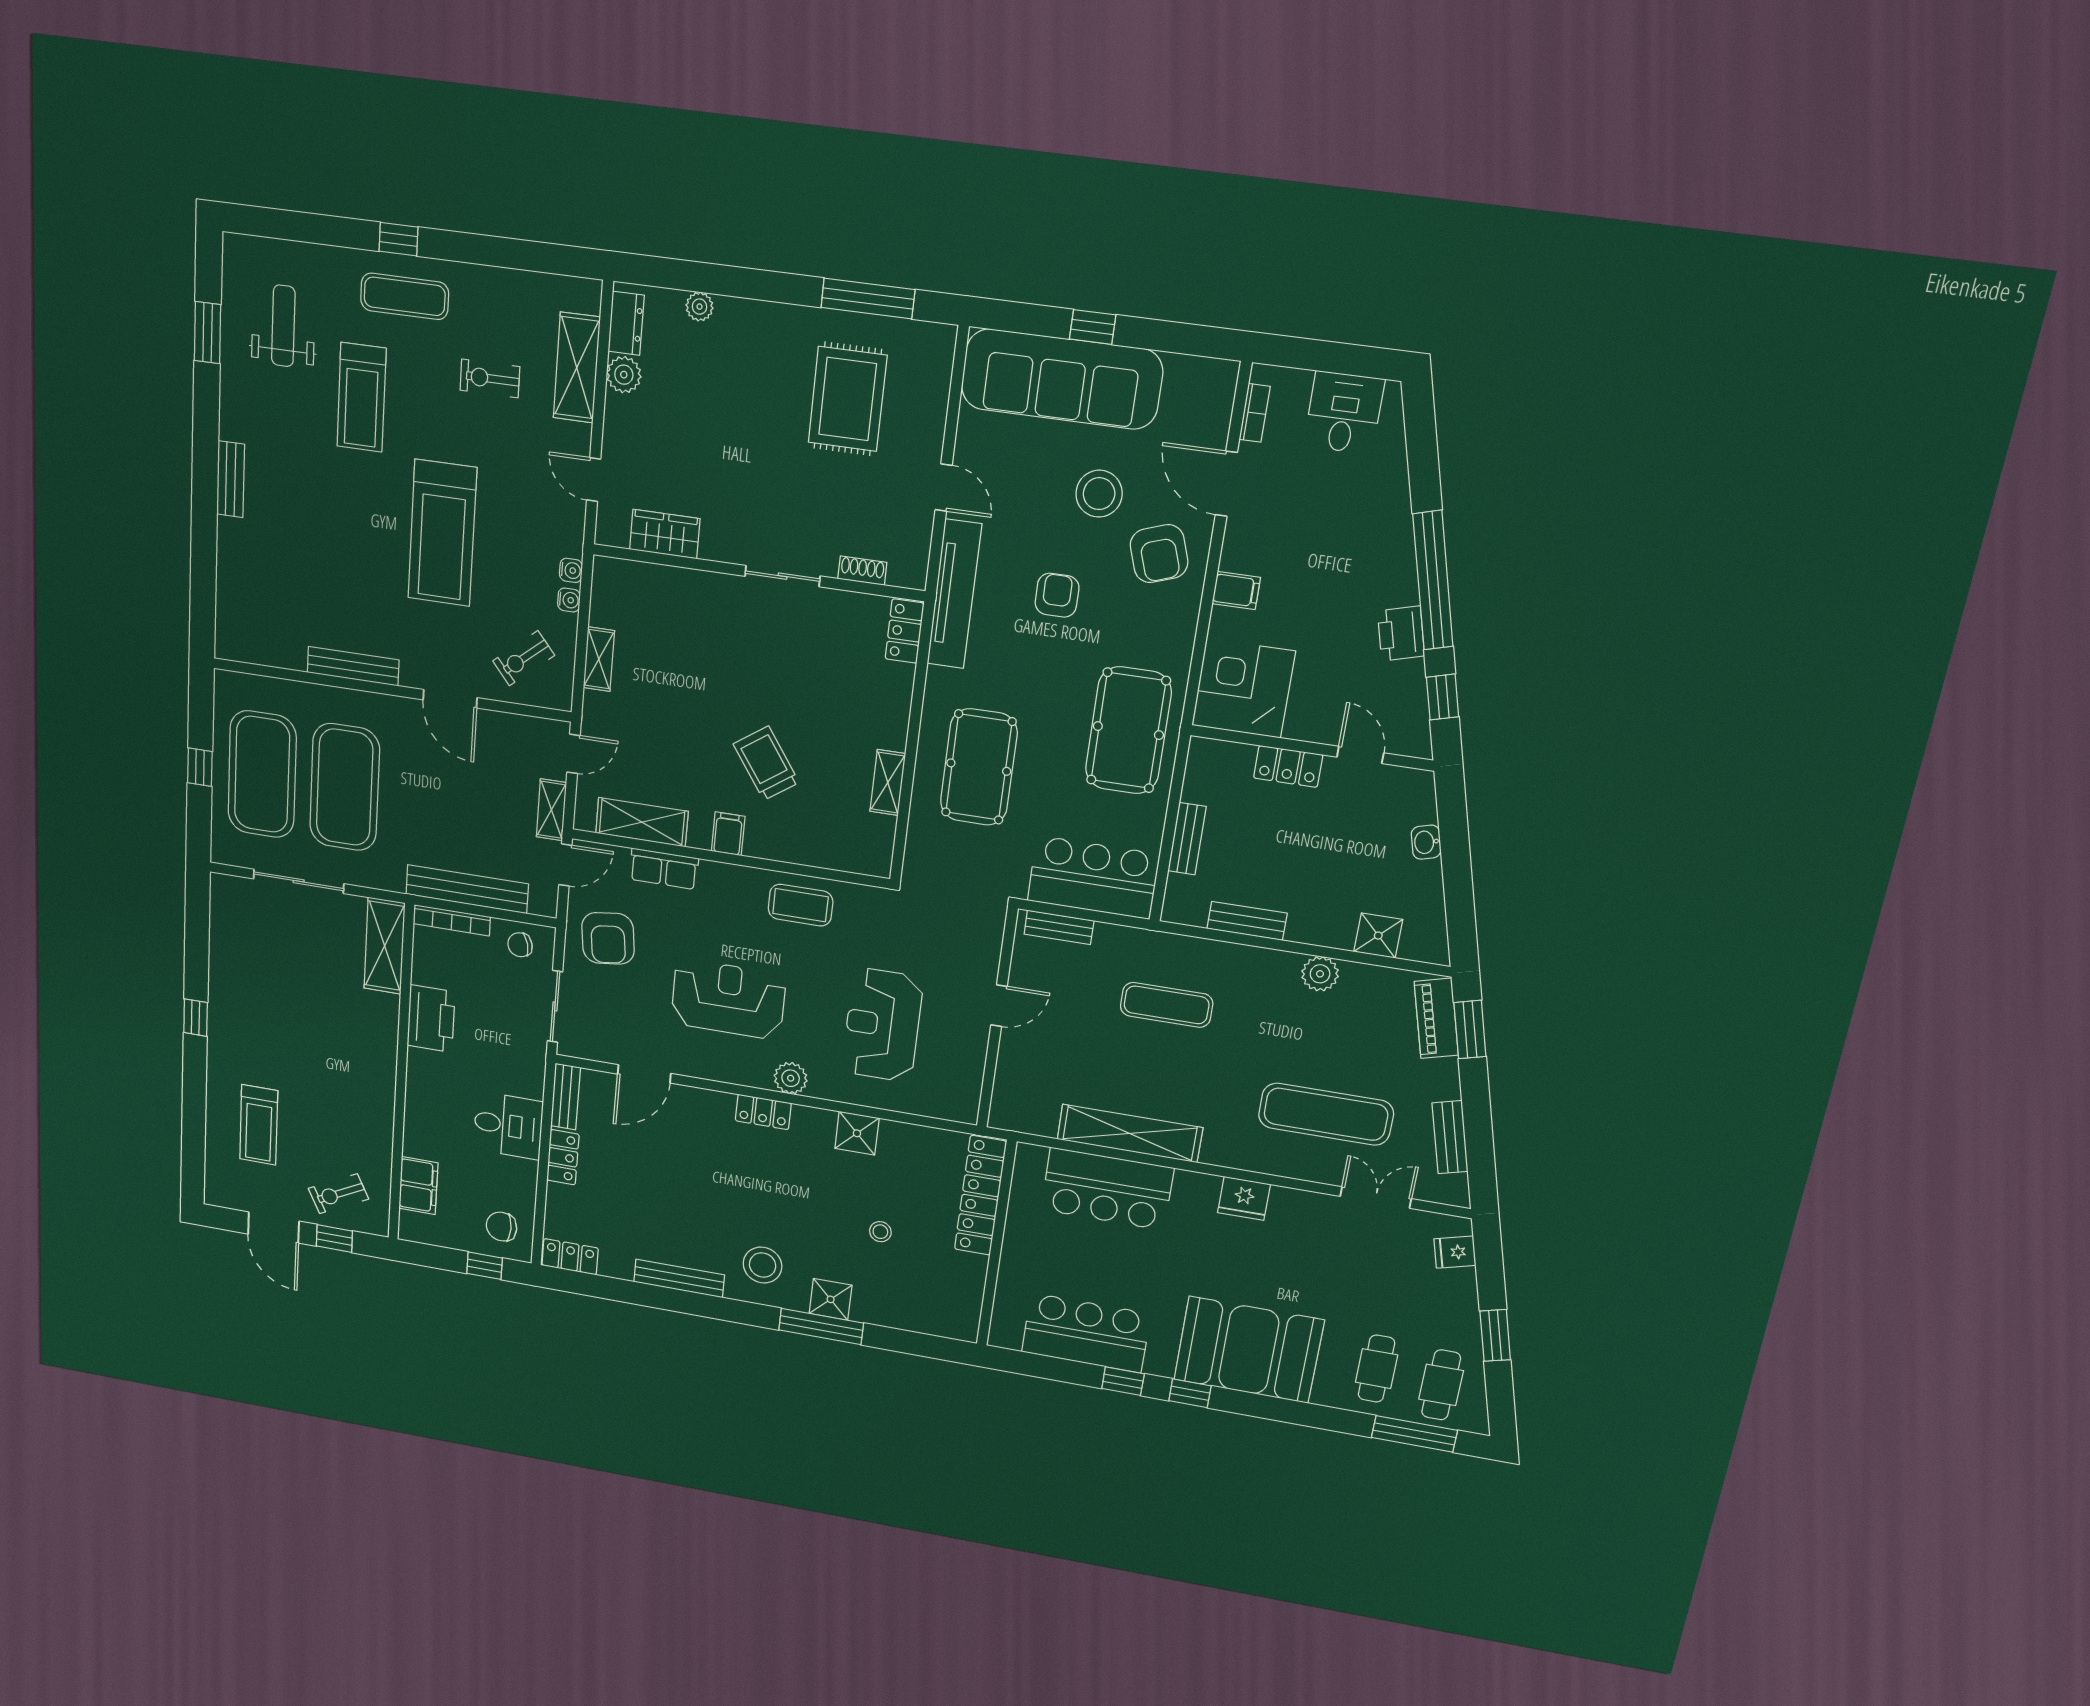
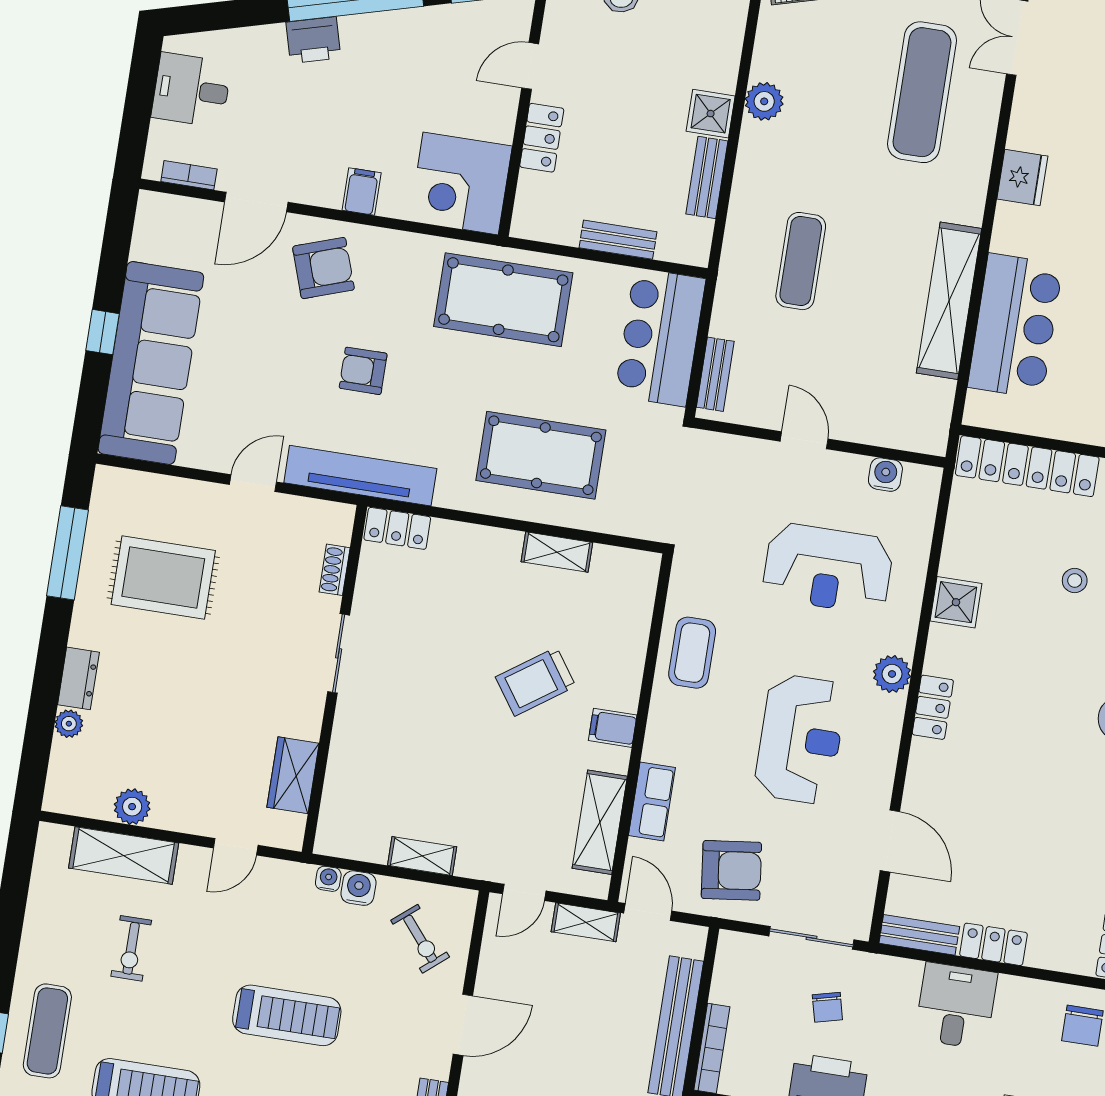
dresser: (626, 323) -> (78, 678), moved, turned 90
stool: (1099, 494) -> (263, 327), removed
treadmill: (442, 533) -> (287, 1015), width x0.73, depth x0.73
water cooler: (569, 600) -> (358, 888), width x1.38, depth x1.38
printer: (1401, 634) -> (313, 40), moved
door: (574, 754) -> (524, 892), swing flipped
shower: (1378, 936) -> (711, 114), moved
chair: (520, 945) -> (827, 1007), moved
reception desk: (728, 999) -> (800, 739), turned 180
water cooler: (969, 1076) -> (885, 475), added

